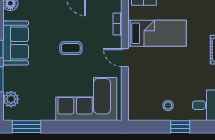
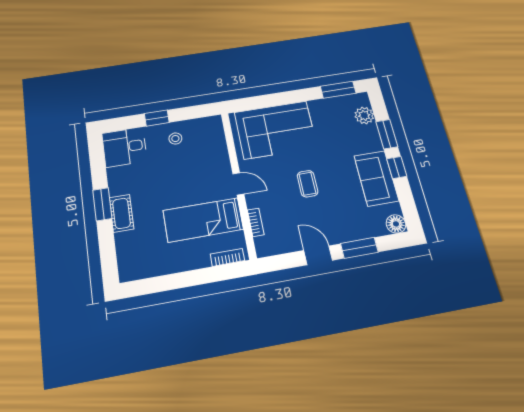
coffee table: (71, 48) -> (308, 184), turned 90

